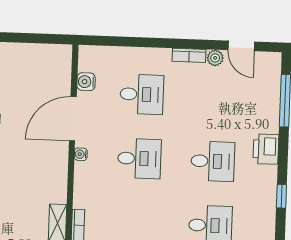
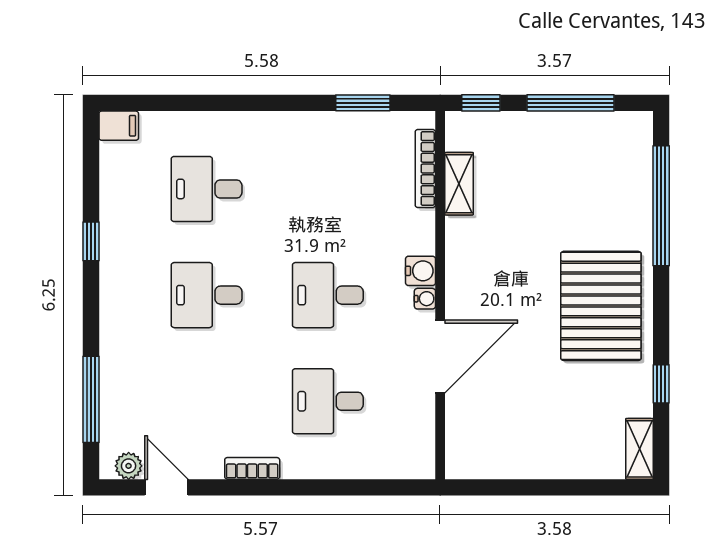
plant: (215, 58) -> (129, 466), moved
water cooler: (86, 82) -> (421, 271), moved
printer: (266, 149) -> (119, 318), removed

